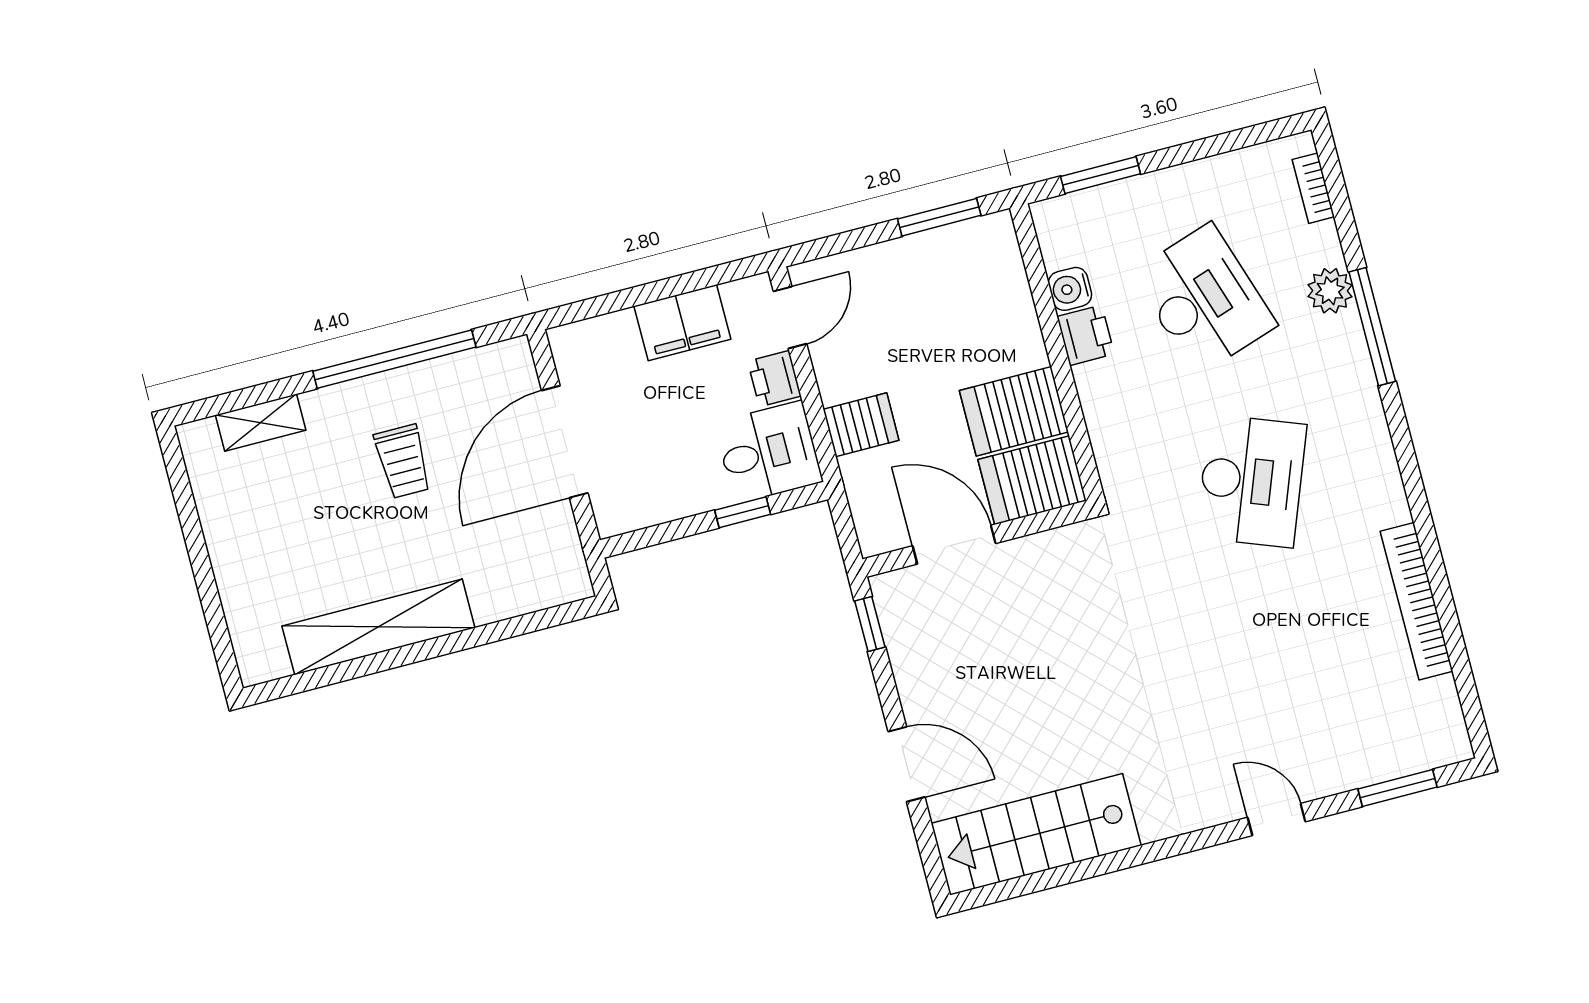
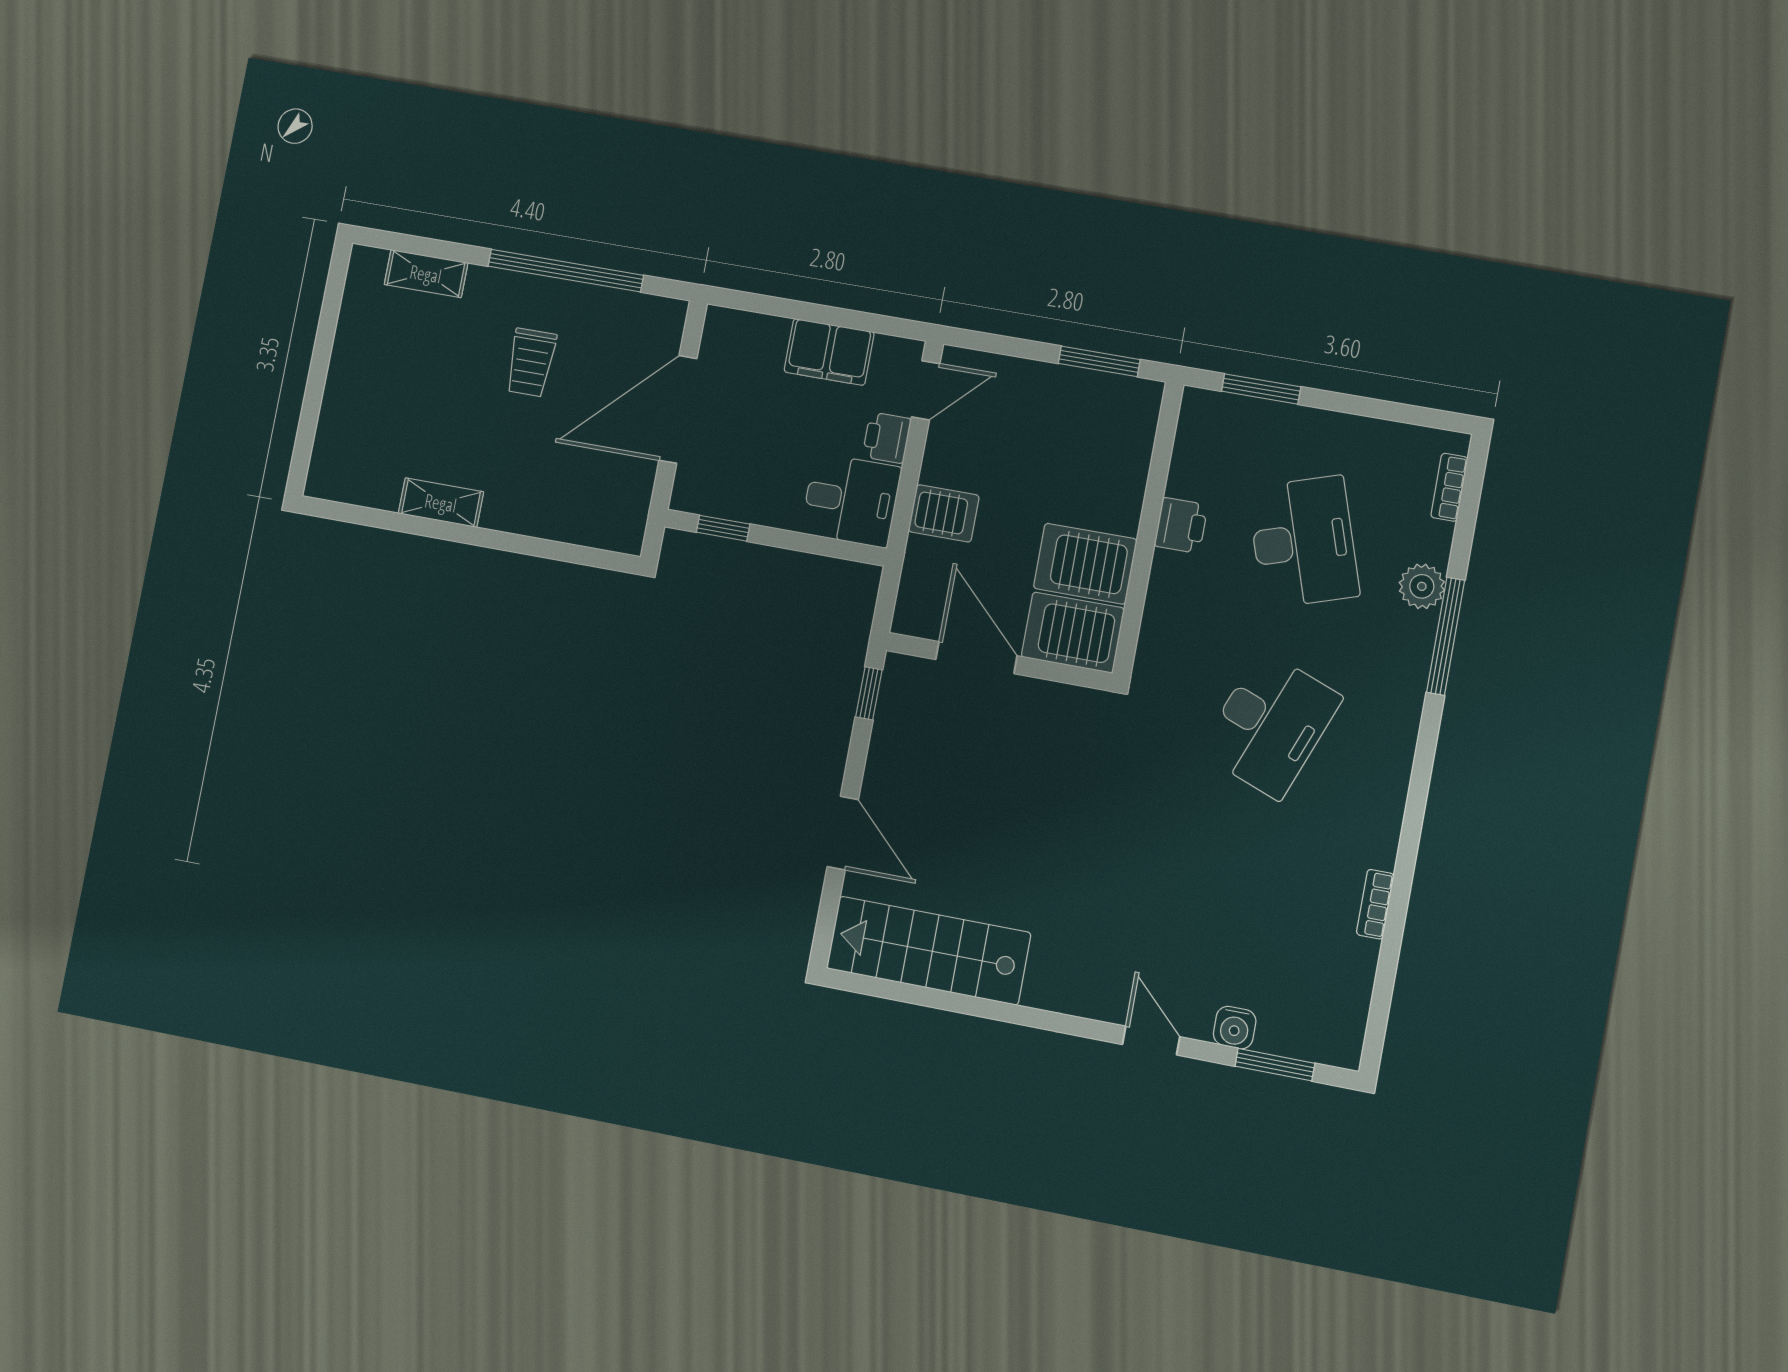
water cooler: (1070, 289) -> (1235, 1028), moved, turned -90
window: (743, 512) -> (723, 528), moved
bookcase: (1417, 601) -> (1375, 904), width x0.43, depth x0.76
shelving: (378, 627) -> (441, 503), width x0.45, depth x0.75

